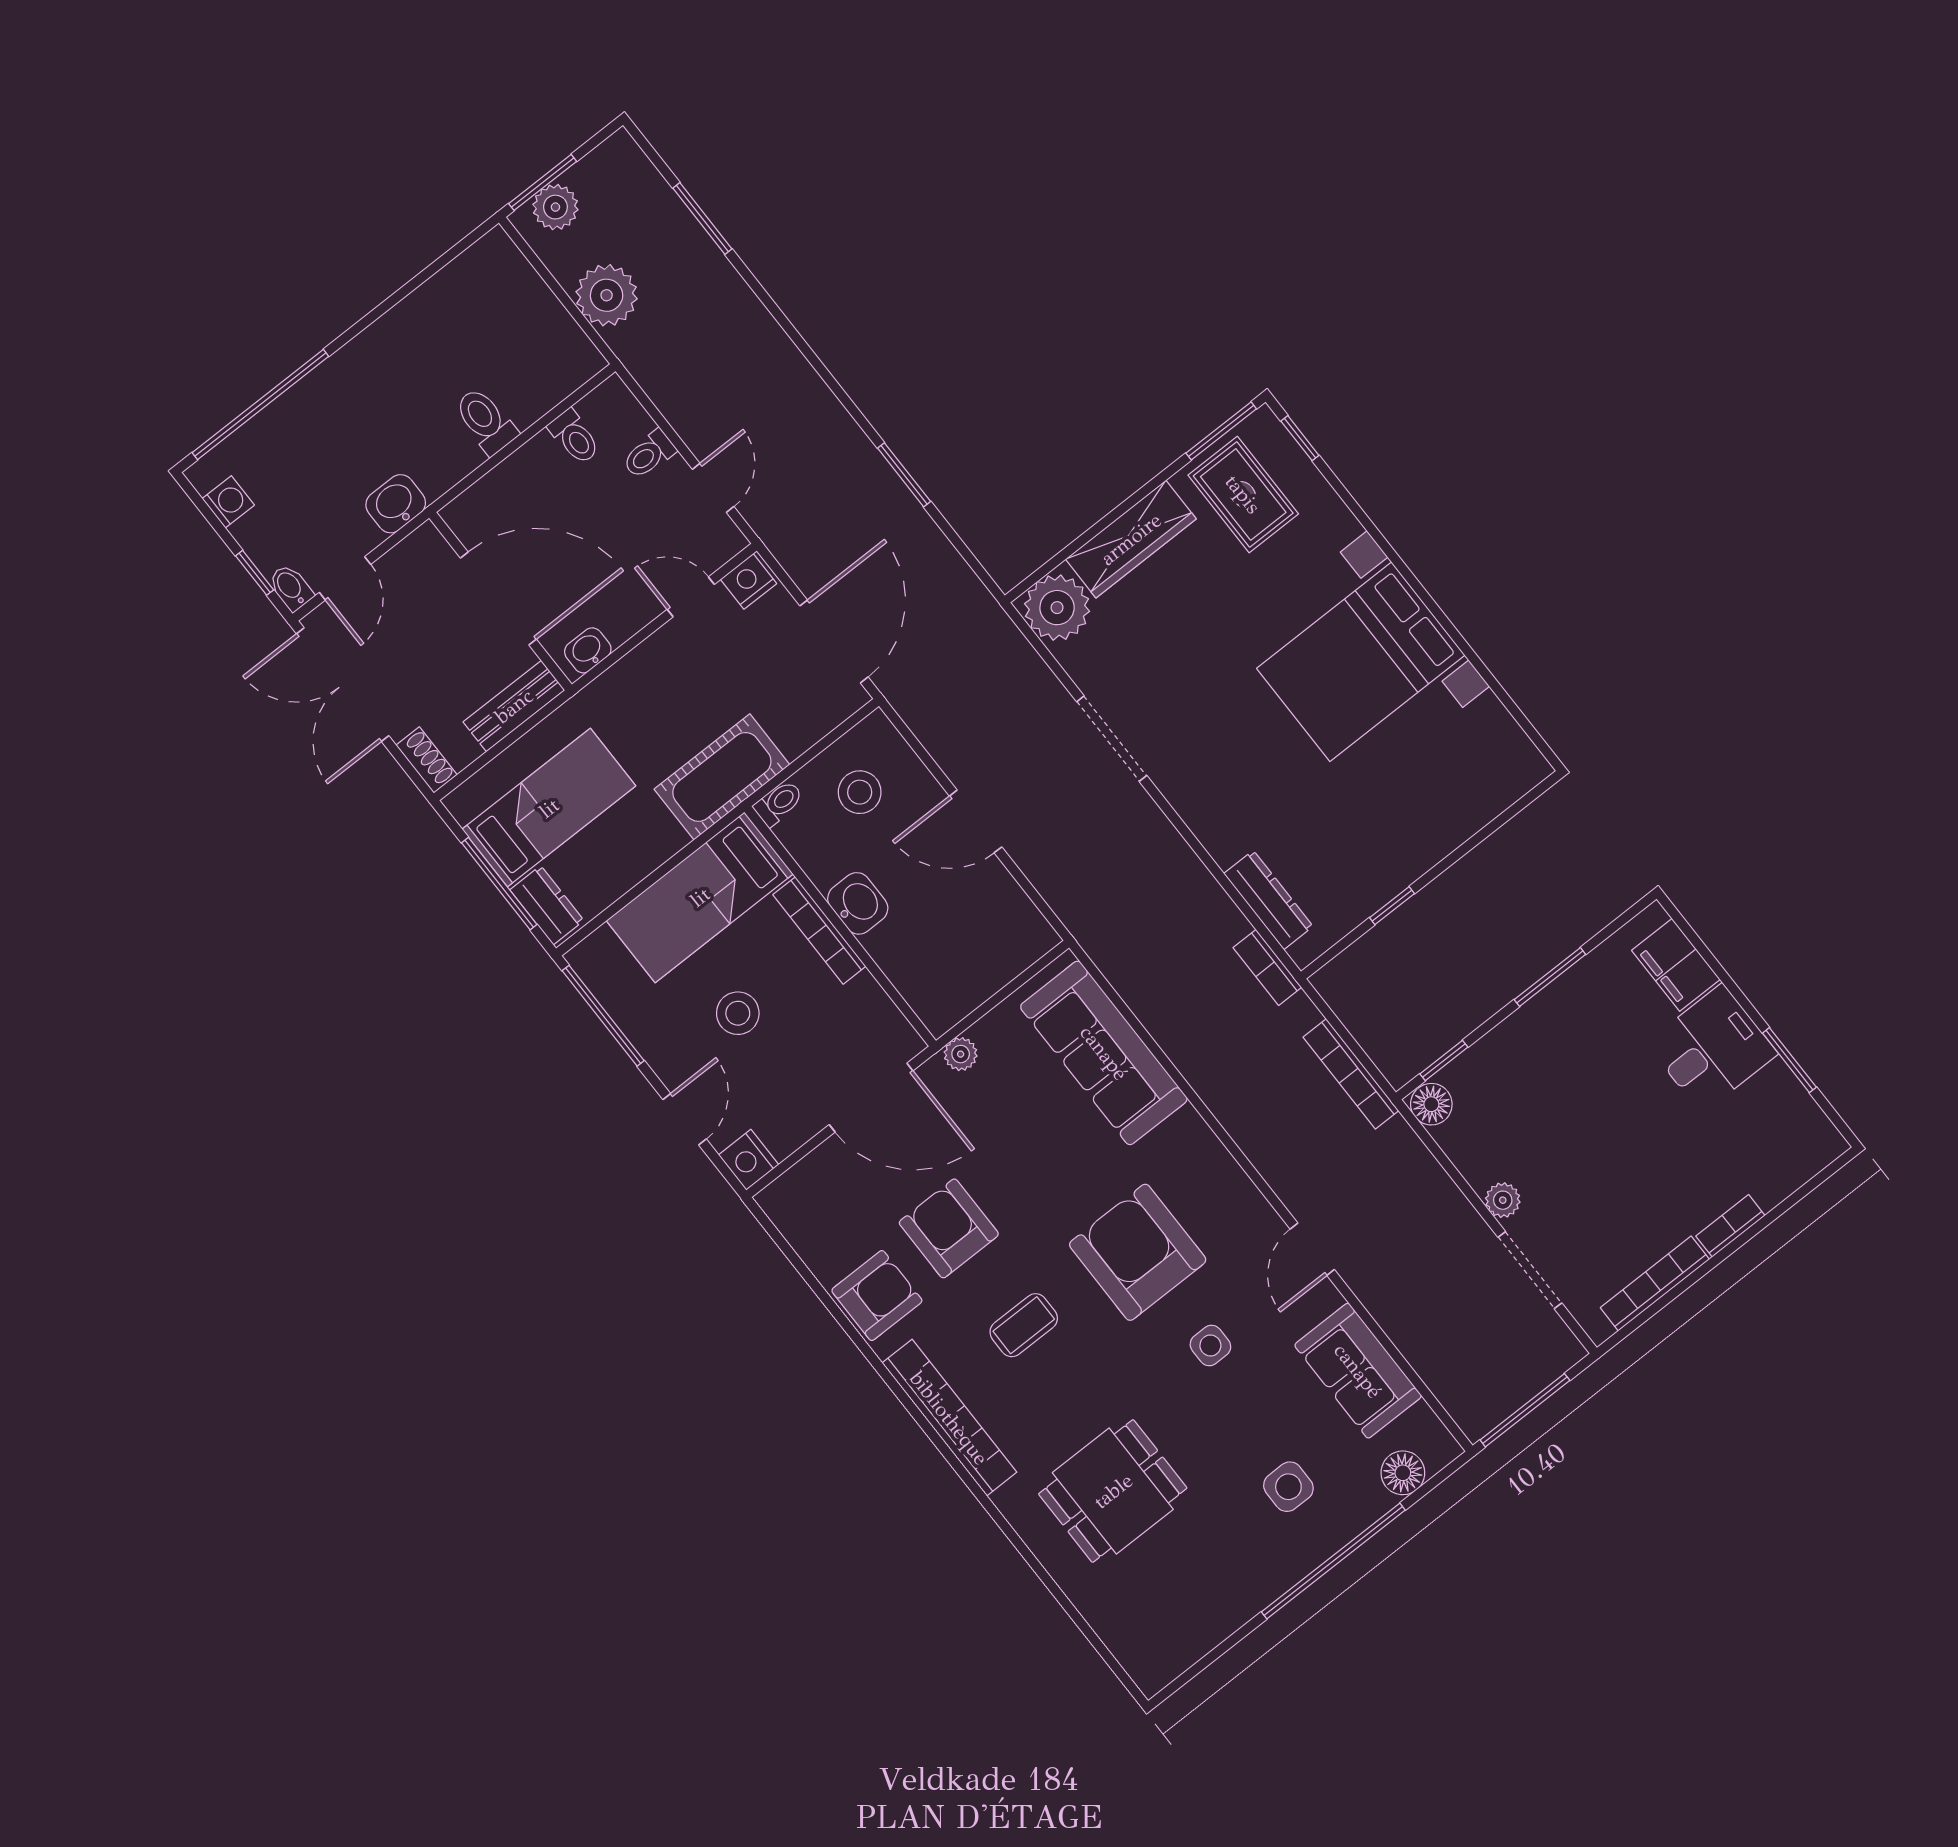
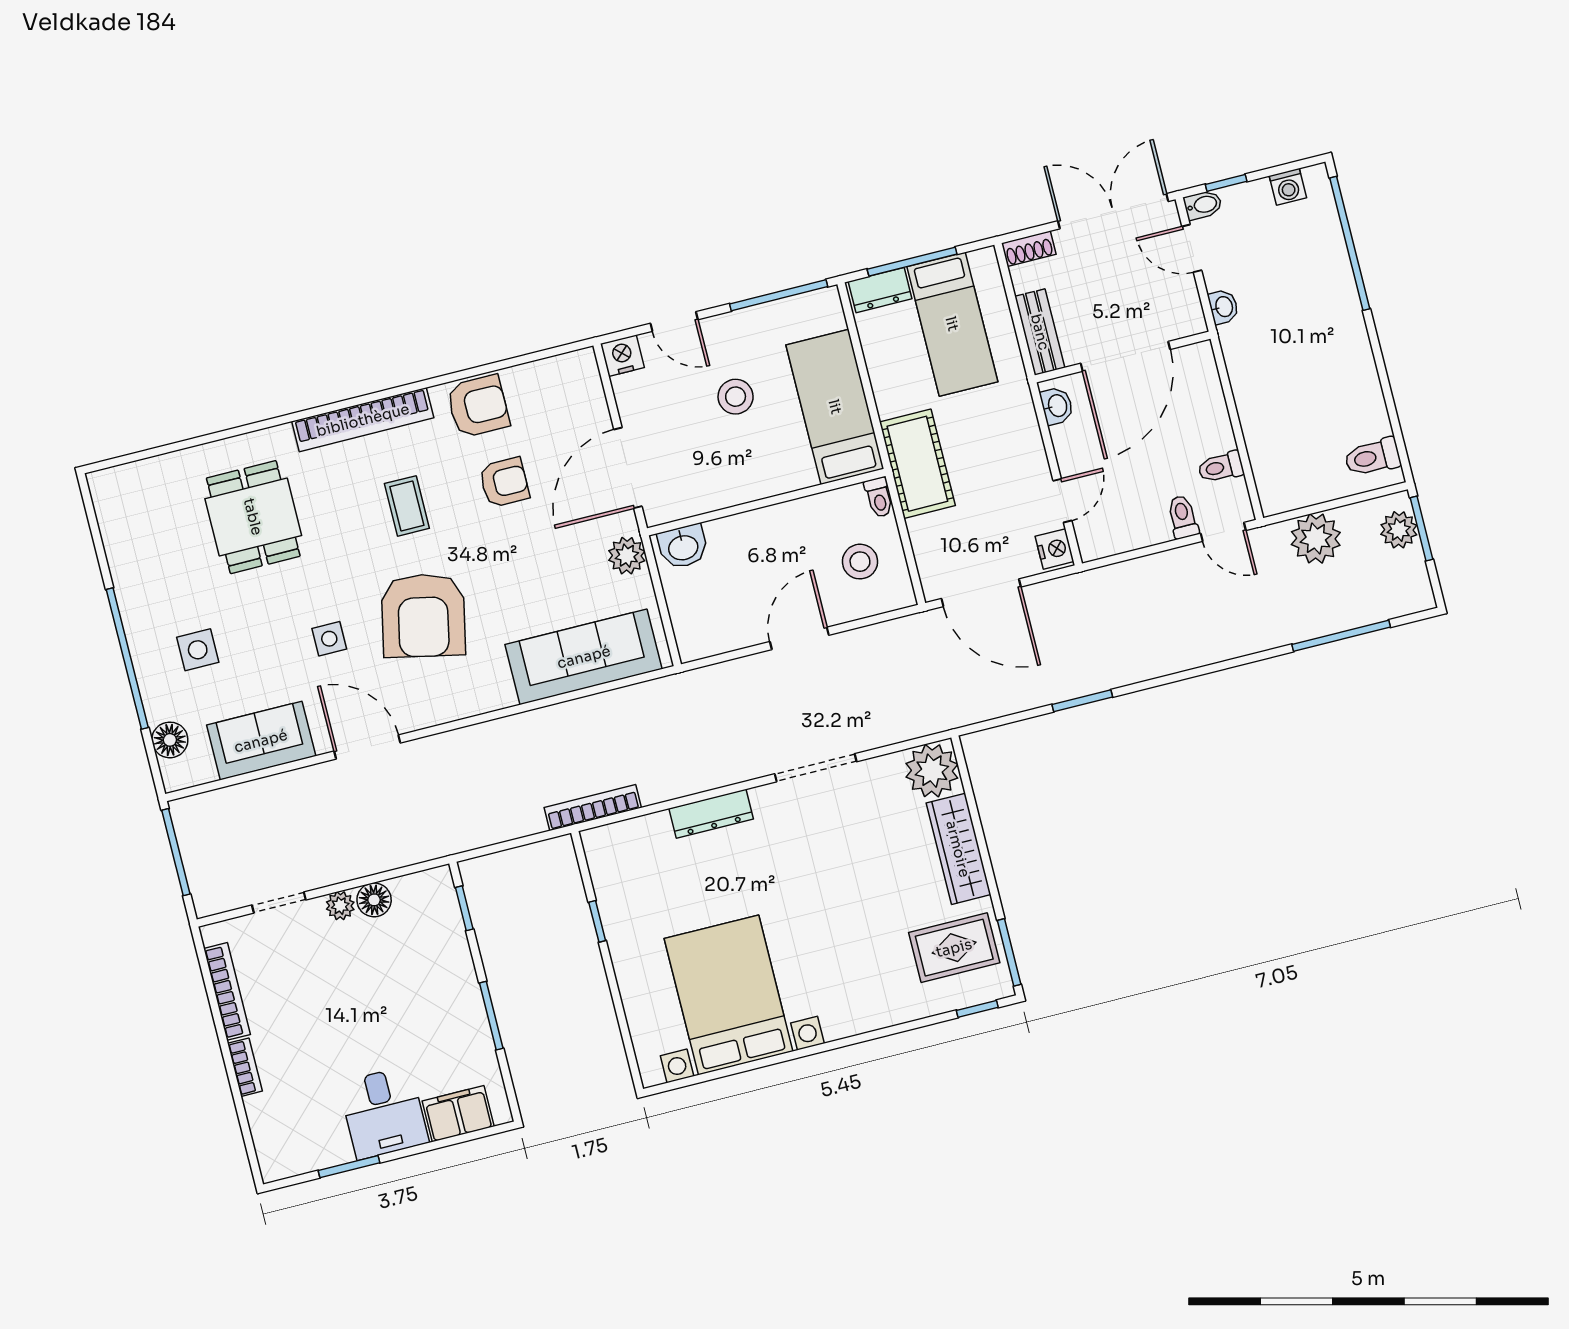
window: (702, 219) -> (1341, 636), width x1.44
toilet: (486, 421) -> (1373, 457), moved, turned 180
door: (713, 488) -> (1223, 532), moved
washbasin: (396, 504) -> (1223, 307), width x0.72, depth x0.69
bed with nightstands: (1361, 662) -> (729, 995), moved
dresser: (1268, 900) -> (711, 814), moved
washbasin: (858, 903) -> (683, 547), moved
bookcase: (819, 930) -> (770, 485), removed
bookcase: (1267, 967) -> (593, 808), width x1.56
plant: (961, 1054) -> (627, 556), width x1.38, depth x1.38
bookcase: (1351, 1074) -> (485, 834), removed
floor lamp: (1431, 1104) -> (374, 900), moved
armchair: (949, 1228) -> (504, 482), width x0.72, depth x0.72
door: (1312, 1249) -> (367, 747), width x1.38
armchair: (1138, 1252) -> (423, 615), turned 102
doorway: (1530, 1270) -> (279, 903), width x0.73
armchair: (877, 1296) -> (478, 406), turned -90

